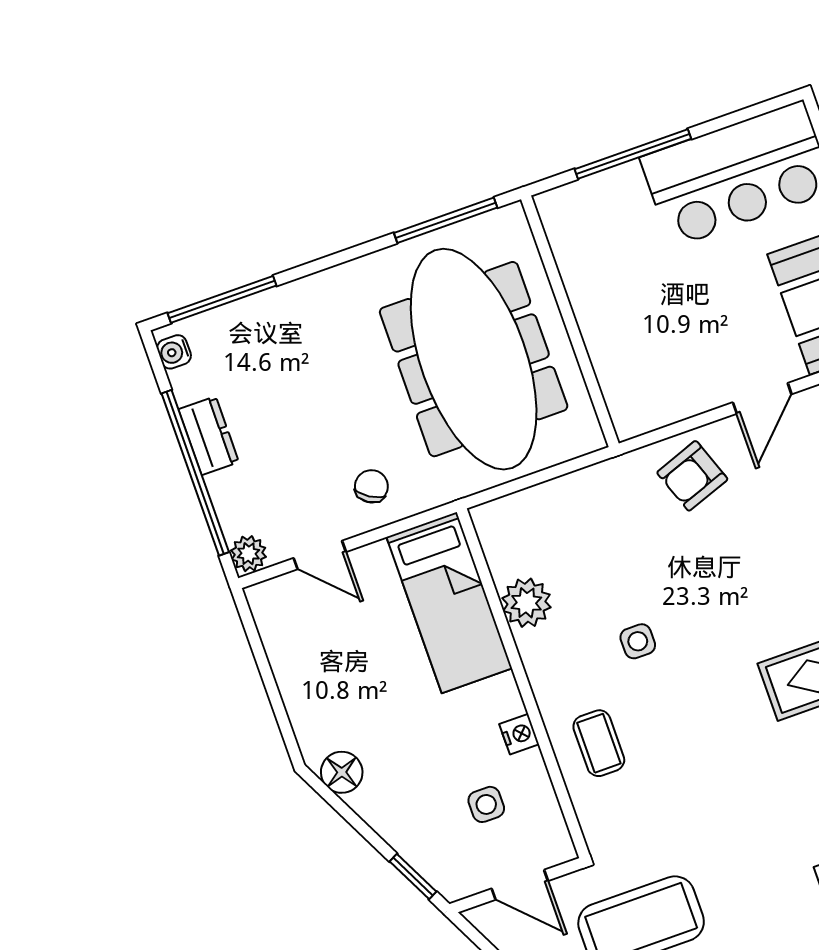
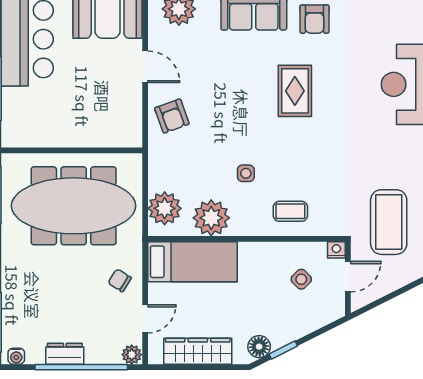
plant: (526, 520) -> (165, 208), added
plant: (526, 603) -> (211, 218), width x1.36, depth x1.36
wardrobe: (296, 667) -> (198, 351), added
nightstand: (519, 734) -> (336, 250), moved
side table: (486, 804) -> (301, 279), turned 45
window: (413, 877) -> (283, 350), moved

